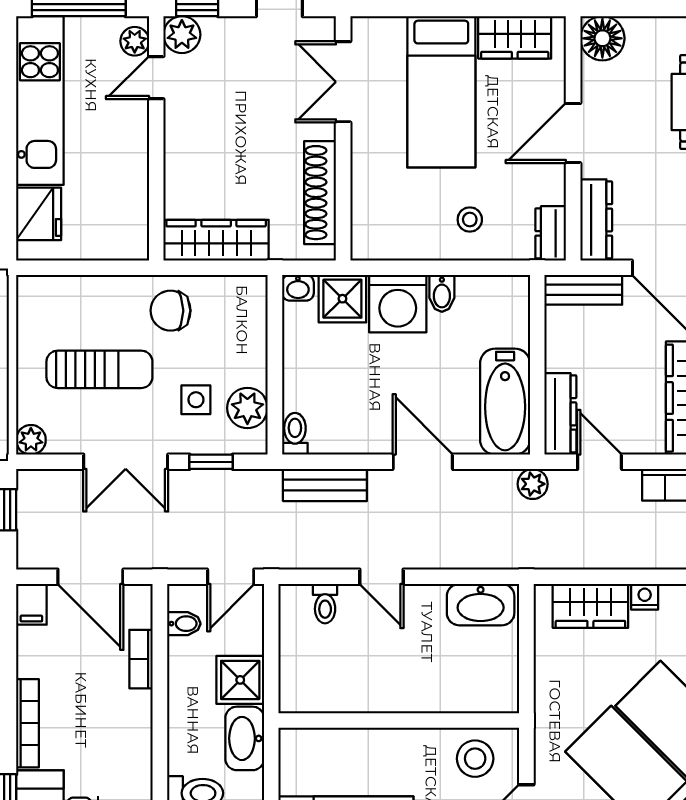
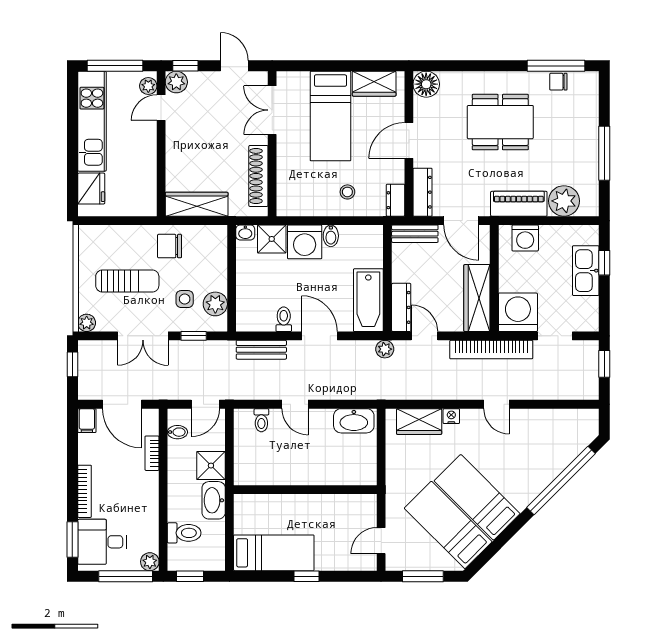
toilet: (295, 434) -> (284, 319), moved
stool: (475, 759) -> (351, 512), removed

